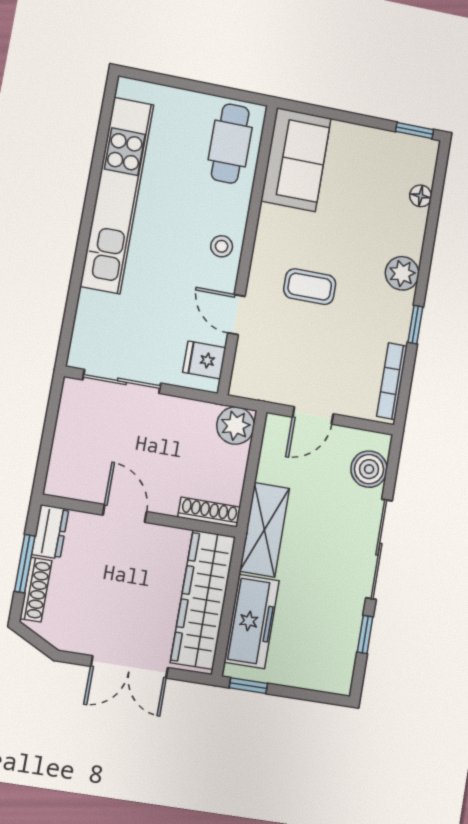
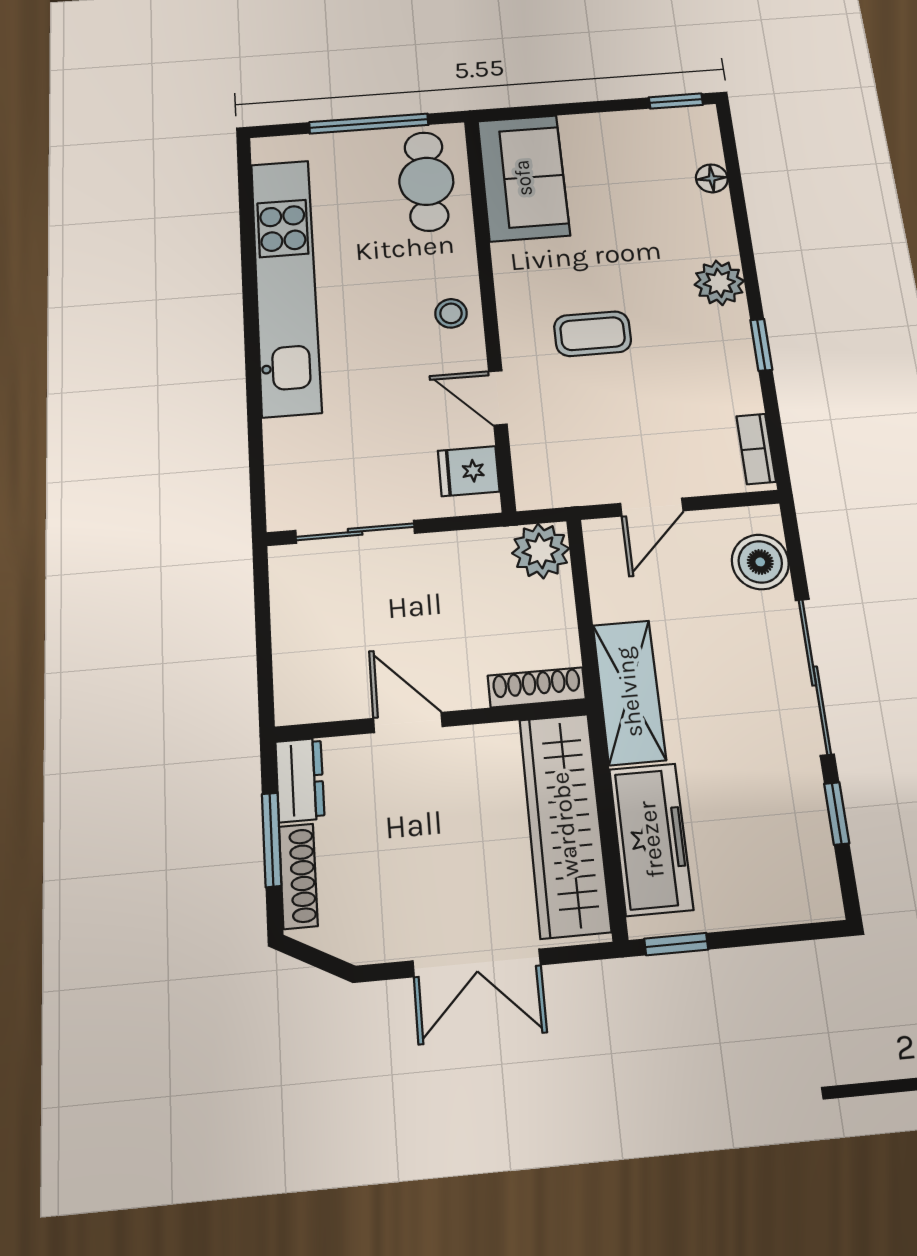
window: (202, 88) -> (369, 124), added
bookcase: (392, 381) -> (756, 449), width x0.64

